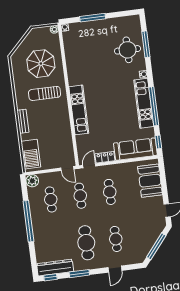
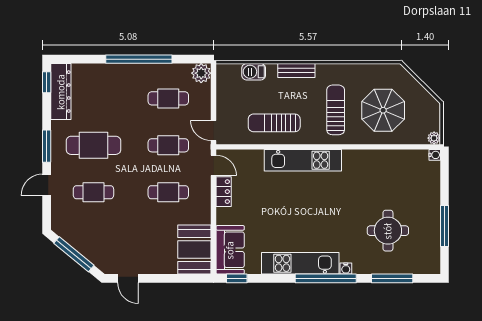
window: (93, 18) -> (444, 226), moved
round table: (128, 50) -> (388, 231), moved
window: (154, 106) -> (326, 278), moved
sun lounger: (58, 131) -> (274, 123), added
sofa: (135, 149) -> (230, 250), width x0.73
barbecue: (31, 154) -> (254, 72), width x0.53, depth x0.65
door: (67, 168) -> (213, 130), hinge flipped
booth: (150, 181) -> (194, 249), moved, turned 90
door: (115, 269) -> (47, 185), hinge flipped
window: (79, 274) -> (47, 146), moved

